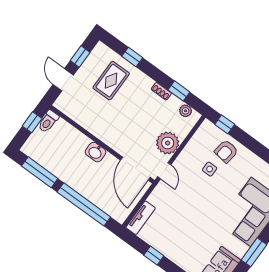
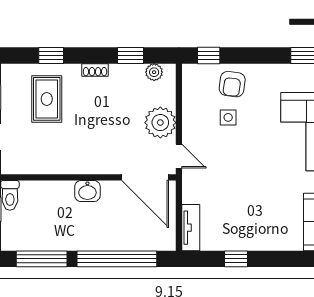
shoe rack: (161, 91) -> (95, 70), moved

